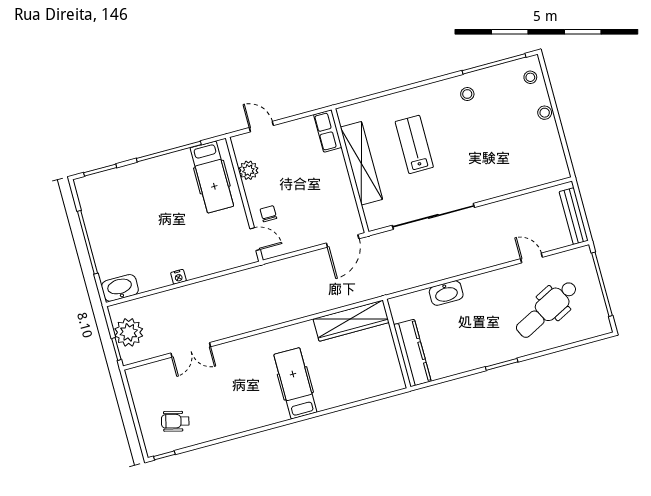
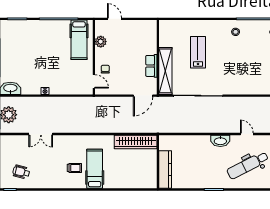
row of seats: (328, 131) -> (151, 66), moved
shelving: (361, 163) -> (165, 71), moved
washbasin: (446, 293) -> (220, 141), moved
trolley: (261, 391) -> (74, 168), added

